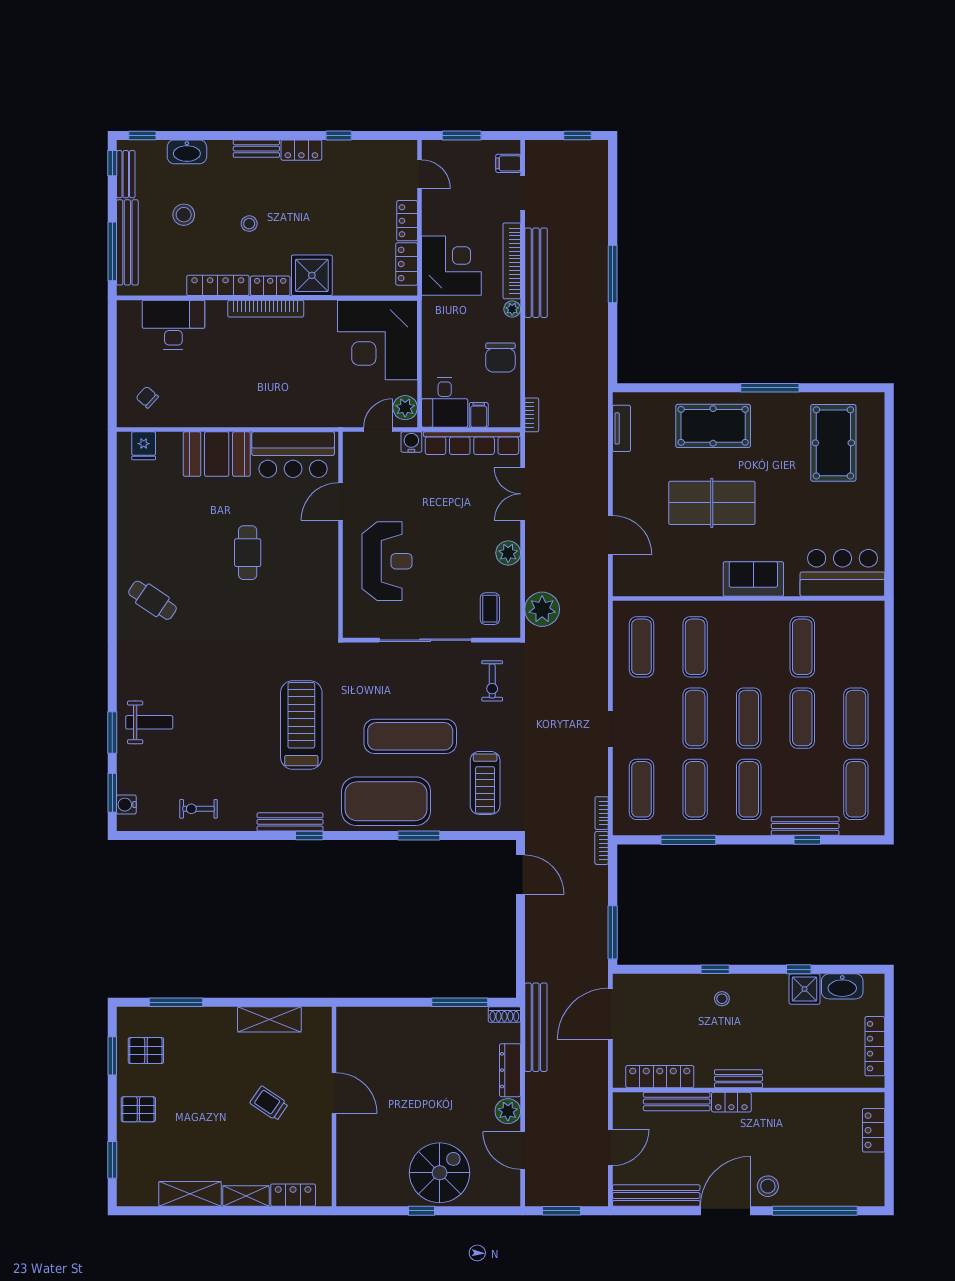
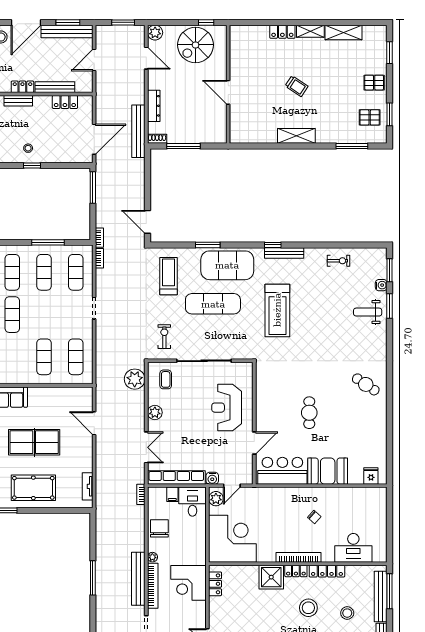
locker: (407, 221) -> (215, 609), removed
stool: (249, 224) -> (308, 608), width x1.89, depth x1.89
chair: (147, 397) -> (314, 517), moved
exercise mat: (695, 718) -> (44, 315), removed
water cooler: (126, 805) -> (381, 285), moved
locker: (660, 1077) -> (65, 102), width x0.66
door: (334, 1093) -> (228, 92), moved
wall: (334, 1106) -> (228, 84), moved
plant: (508, 1111) -> (155, 33), moved
window: (655, 1211) -> (68, 22), added

